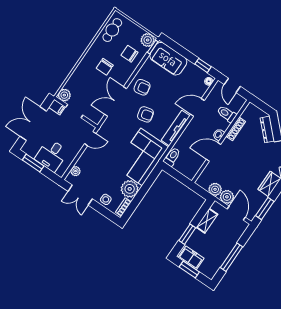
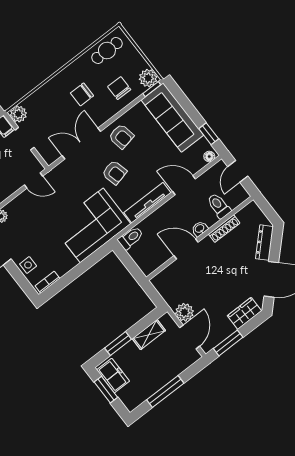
sofa: (168, 59) -> (172, 118), width x1.36
plant: (130, 189) -> (63, 262), removed
plant: (215, 189) -> (172, 298), removed

